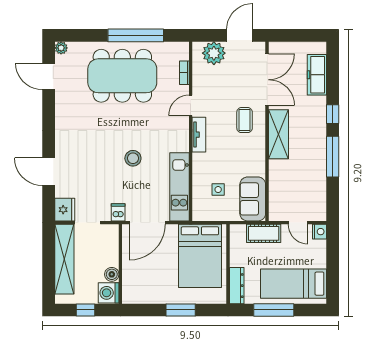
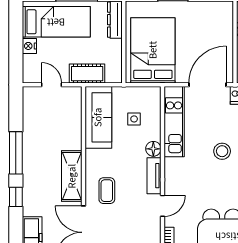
floor lamp: (199, 161) -> (153, 149), added
sofa: (253, 199) -> (98, 117), width x1.36
nightstand: (320, 232) -> (29, 46), moved

